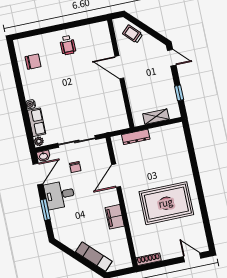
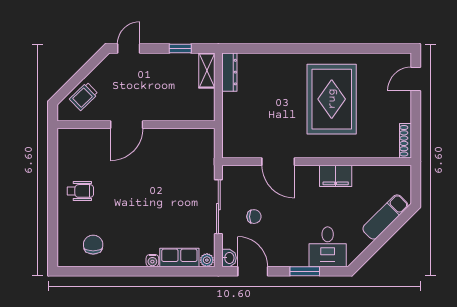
shelving: (156, 117) -> (207, 70), moved
dresser: (136, 137) -> (229, 72), moved
desk: (60, 195) -> (328, 247), moved

